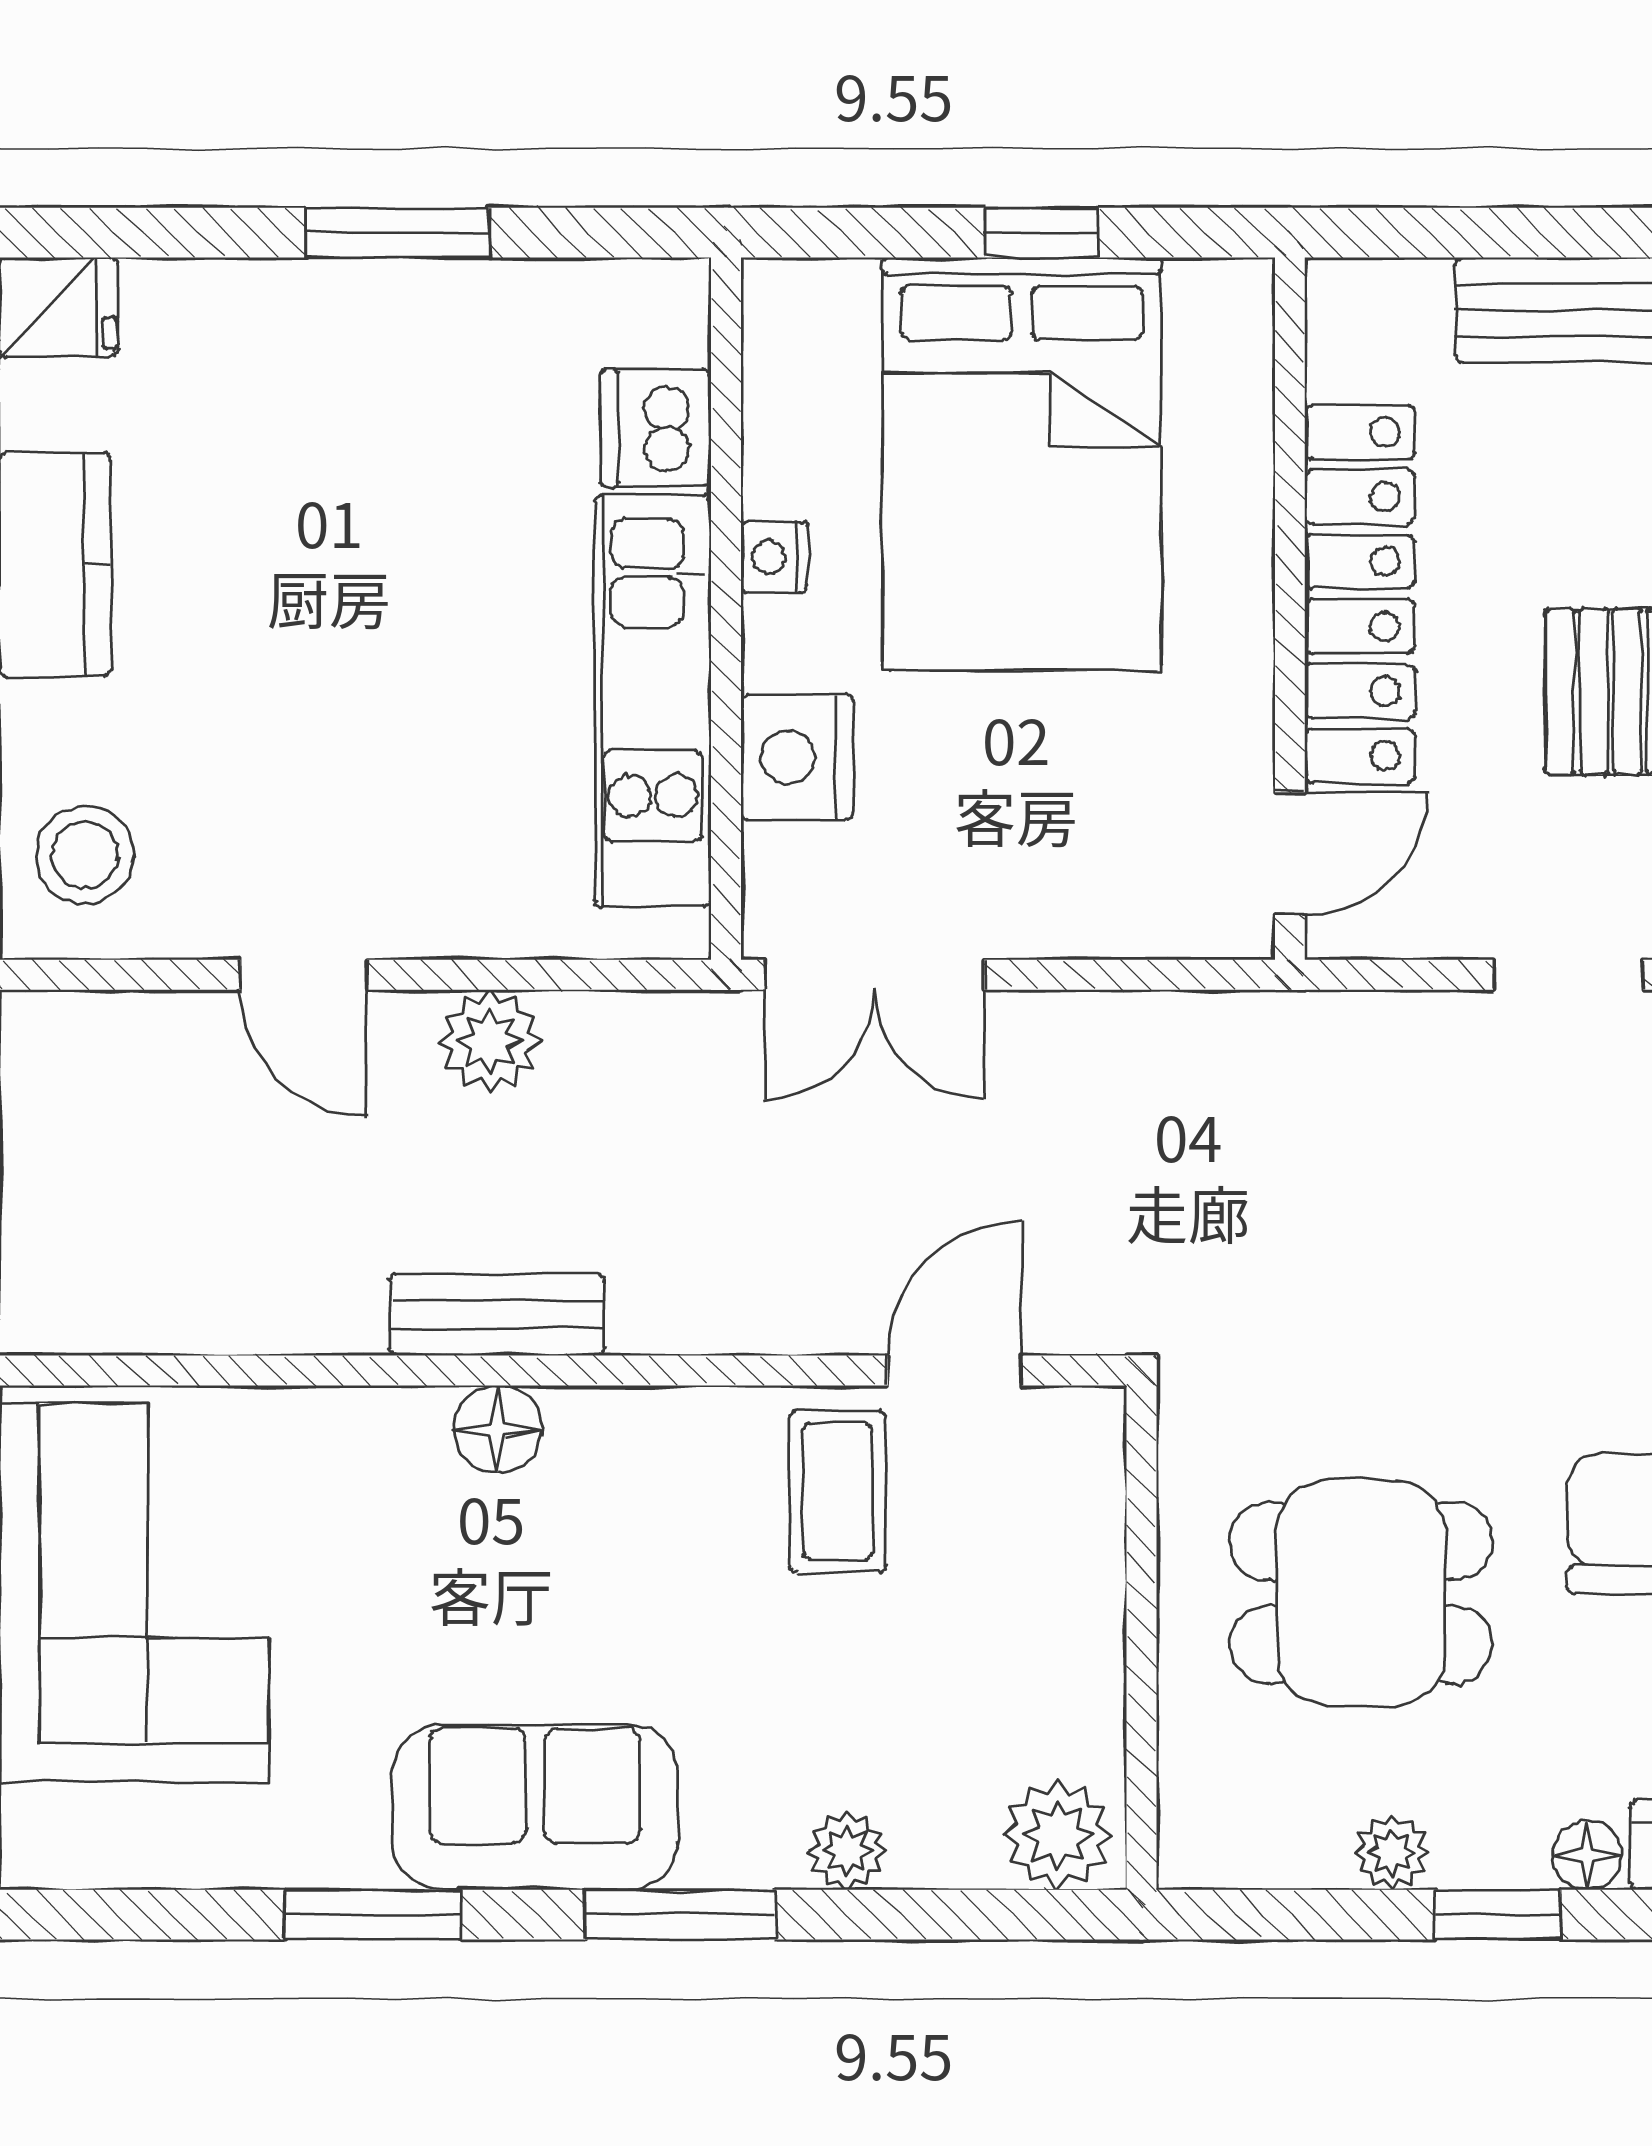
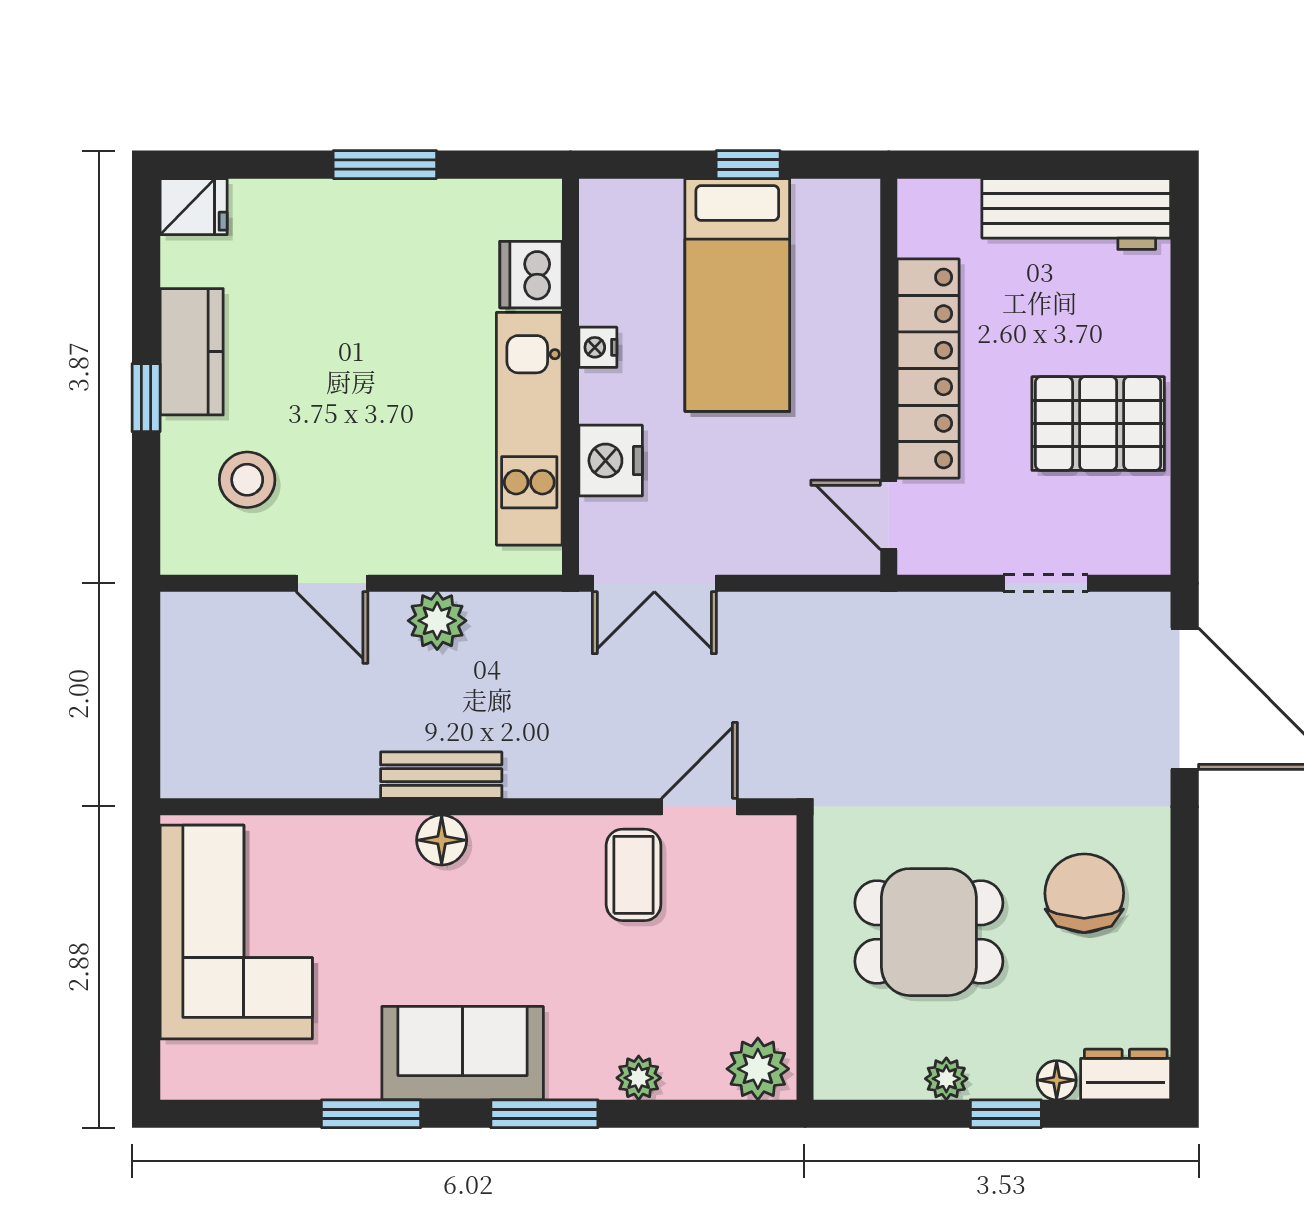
bed: (1022, 464) -> (737, 295), width x0.67
door: (1290, 854) -> (889, 515), swing flipped
stool: (85, 855) -> (247, 480), moved

